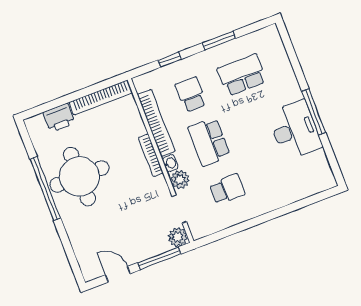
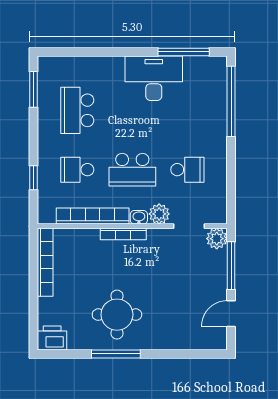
window: (219, 41) -> (34, 89), moved
window: (314, 112) -> (184, 52), moved
printer: (59, 118) -> (52, 338), moved, turned -90
round table: (79, 176) -> (117, 315), width x0.73, depth x0.73
window: (45, 189) -> (116, 354), width x0.68
school desk: (227, 189) -> (187, 170), turned 90
window: (300, 204) -> (231, 101), added

